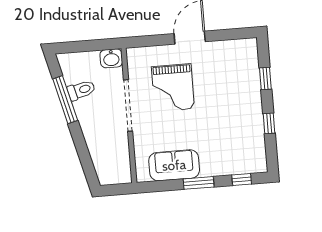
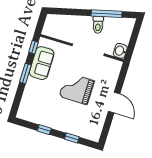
grand piano: (173, 88) -> (77, 89), moved
toilet: (81, 90) -> (98, 25), moved
window: (242, 179) -> (33, 47), moved

